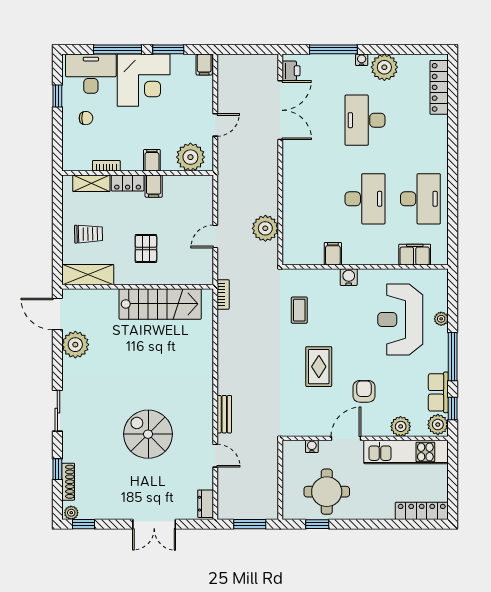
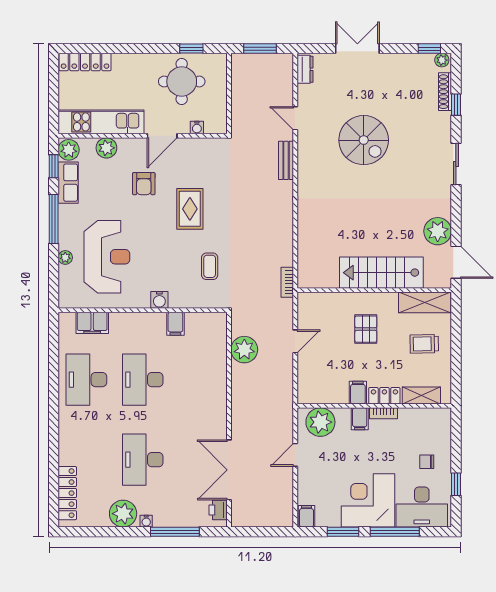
desk: (365, 120) -> (143, 460), turned 180
bookcase: (106, 166) -> (383, 413), moved
stairs: (160, 304) -> (381, 273), moved

